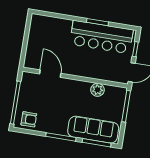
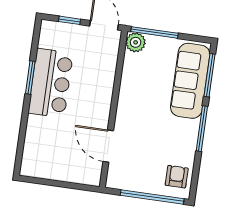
bar counter: (101, 37) -> (51, 83), width x0.73
door: (50, 74) -> (108, 146), hinge flipped
plant: (98, 90) -> (136, 42), moved

